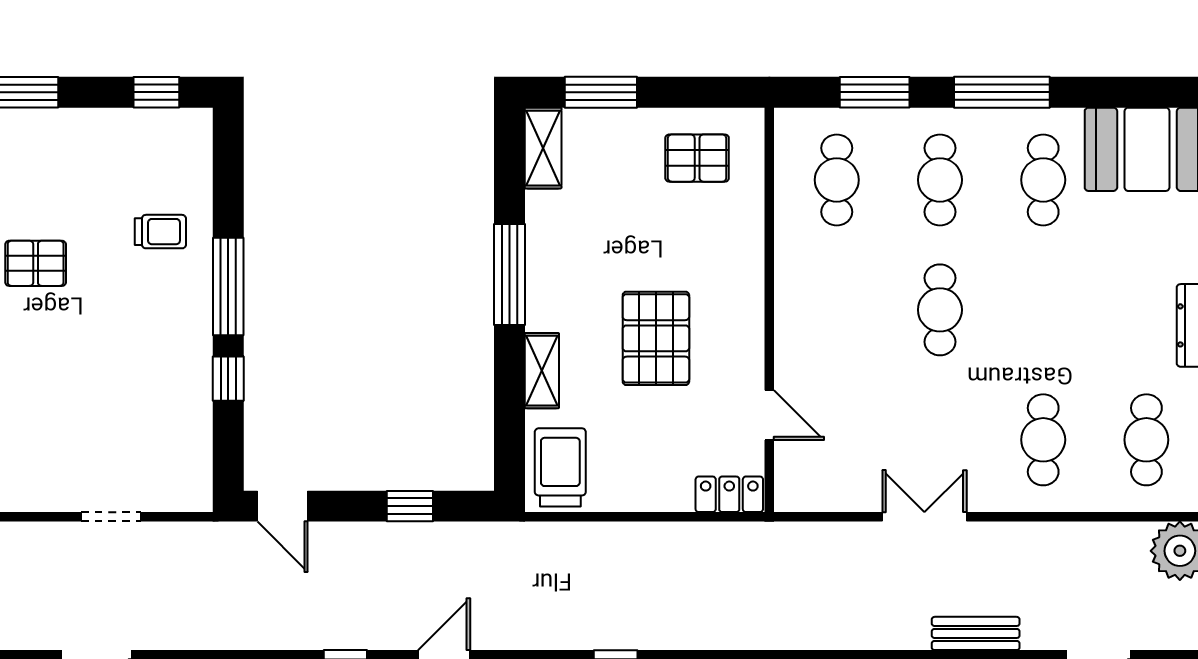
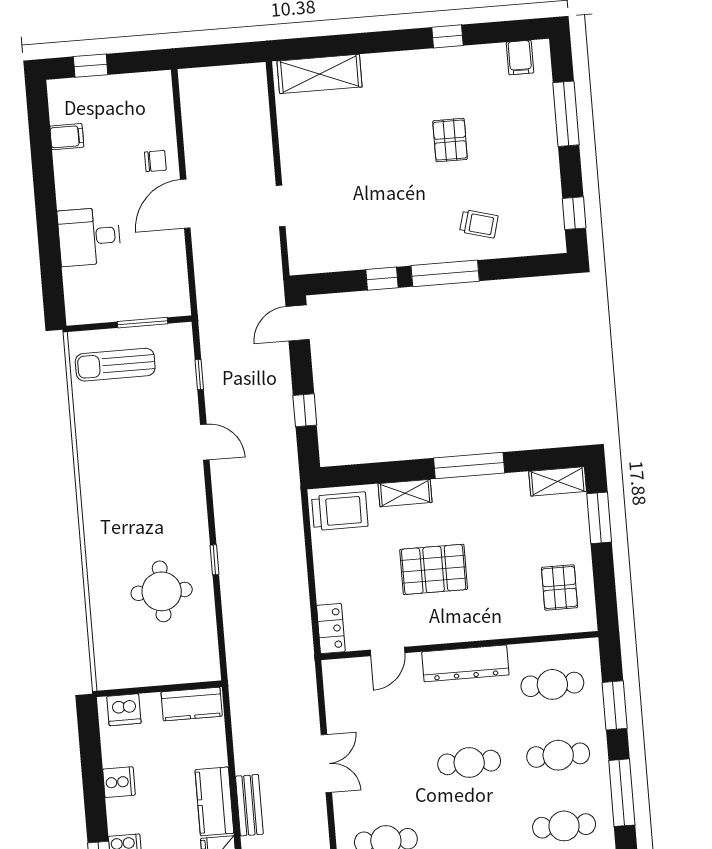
trolley: (160, 232) -> (479, 224), turned -75
dresser: (796, 304) -> (465, 663), added

